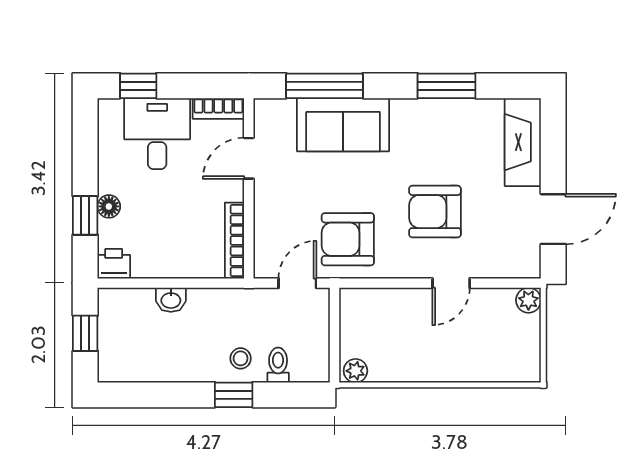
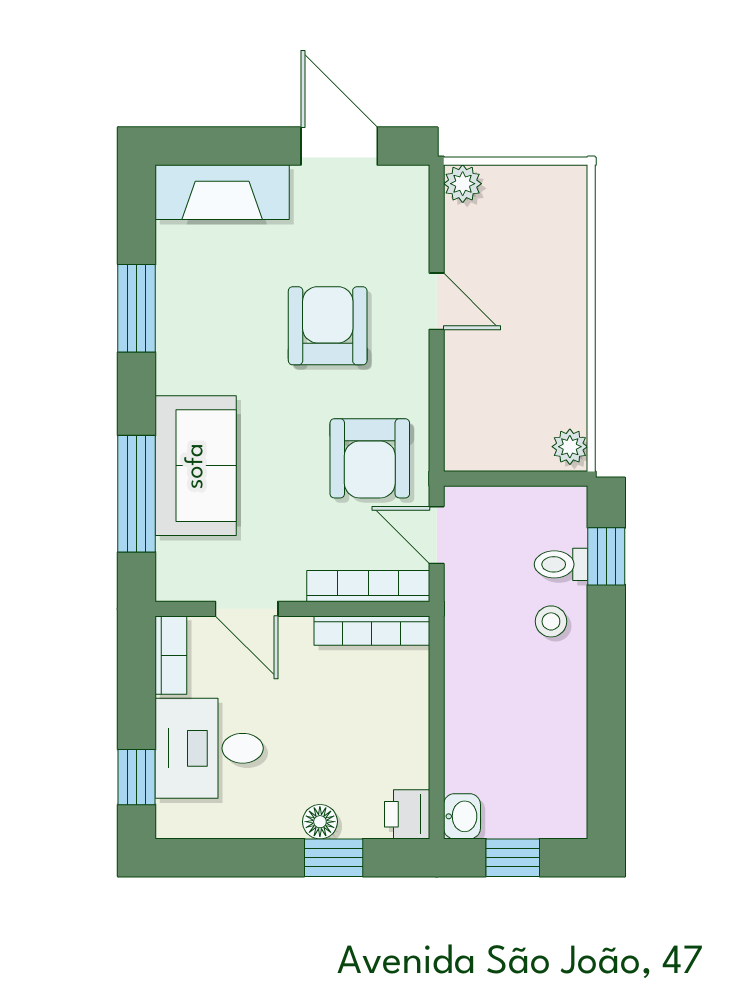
armchair: (435, 212) -> (328, 326), turned 180
bookcase: (264, 238) -> (368, 586), added
washbasin: (171, 300) -> (462, 816), moved
window: (234, 395) -> (606, 556), moved

